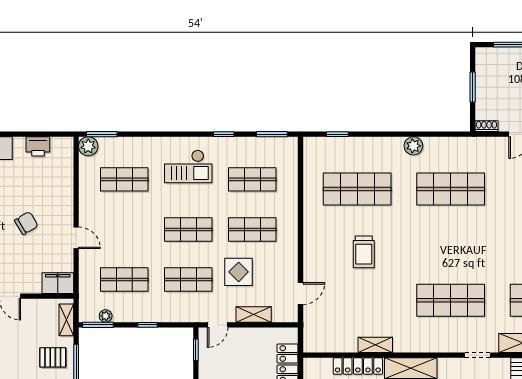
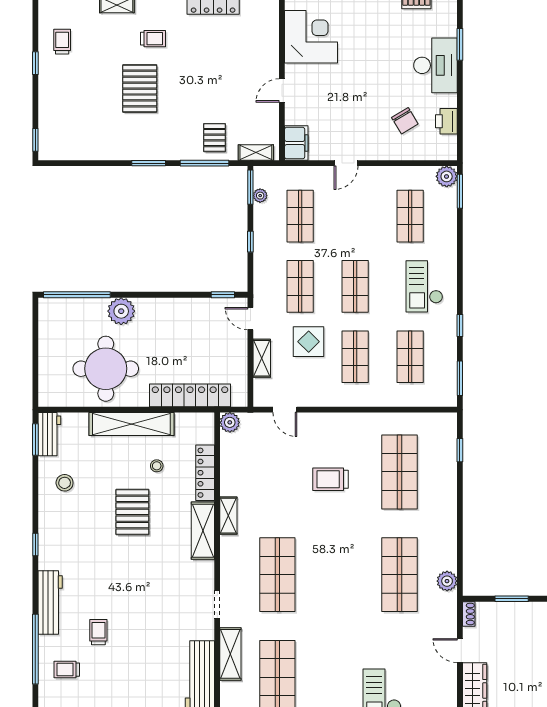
plant: (413, 146) -> (447, 581), moved
chair: (26, 223) -> (405, 121), moved
plant: (312, 344) -> (230, 422), added
shelving: (375, 345) -> (228, 516), moved

